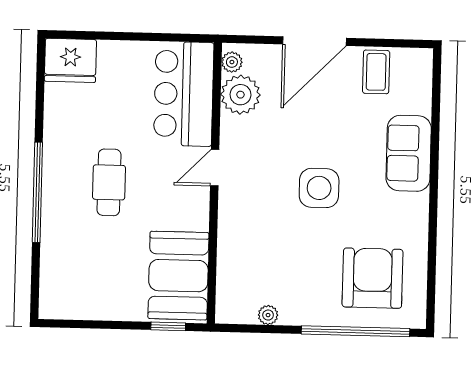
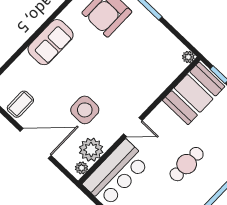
sofa: (409, 153) -> (51, 42), moved
side table: (319, 188) -> (85, 110), moved
plant: (268, 315) -> (188, 57), moved

